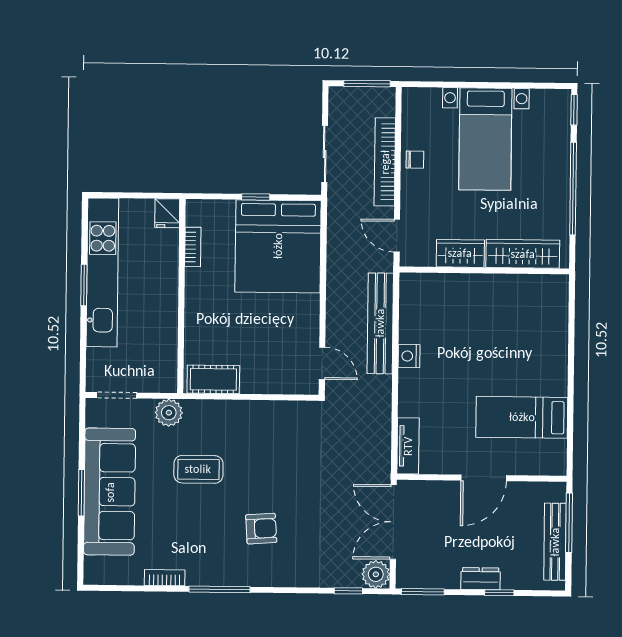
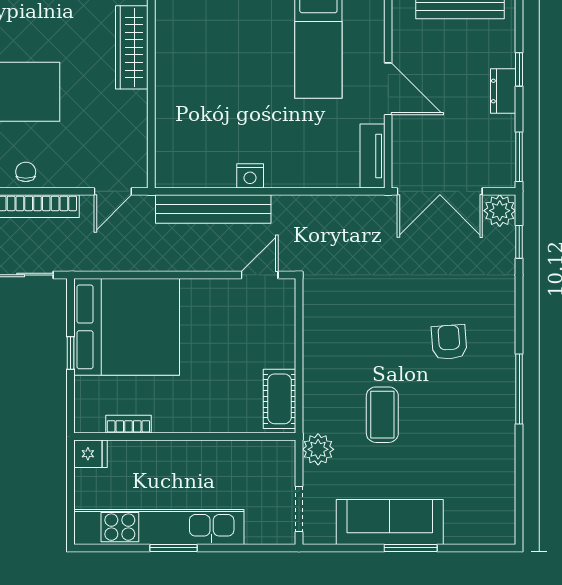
wardrobe: (460, 253) -> (132, 119), removed
tv unit: (408, 446) -> (372, 156), moved, turned -90
sofa: (110, 492) -> (390, 522), width x0.74, depth x0.79
bookcase: (165, 578) -> (506, 452), removed

